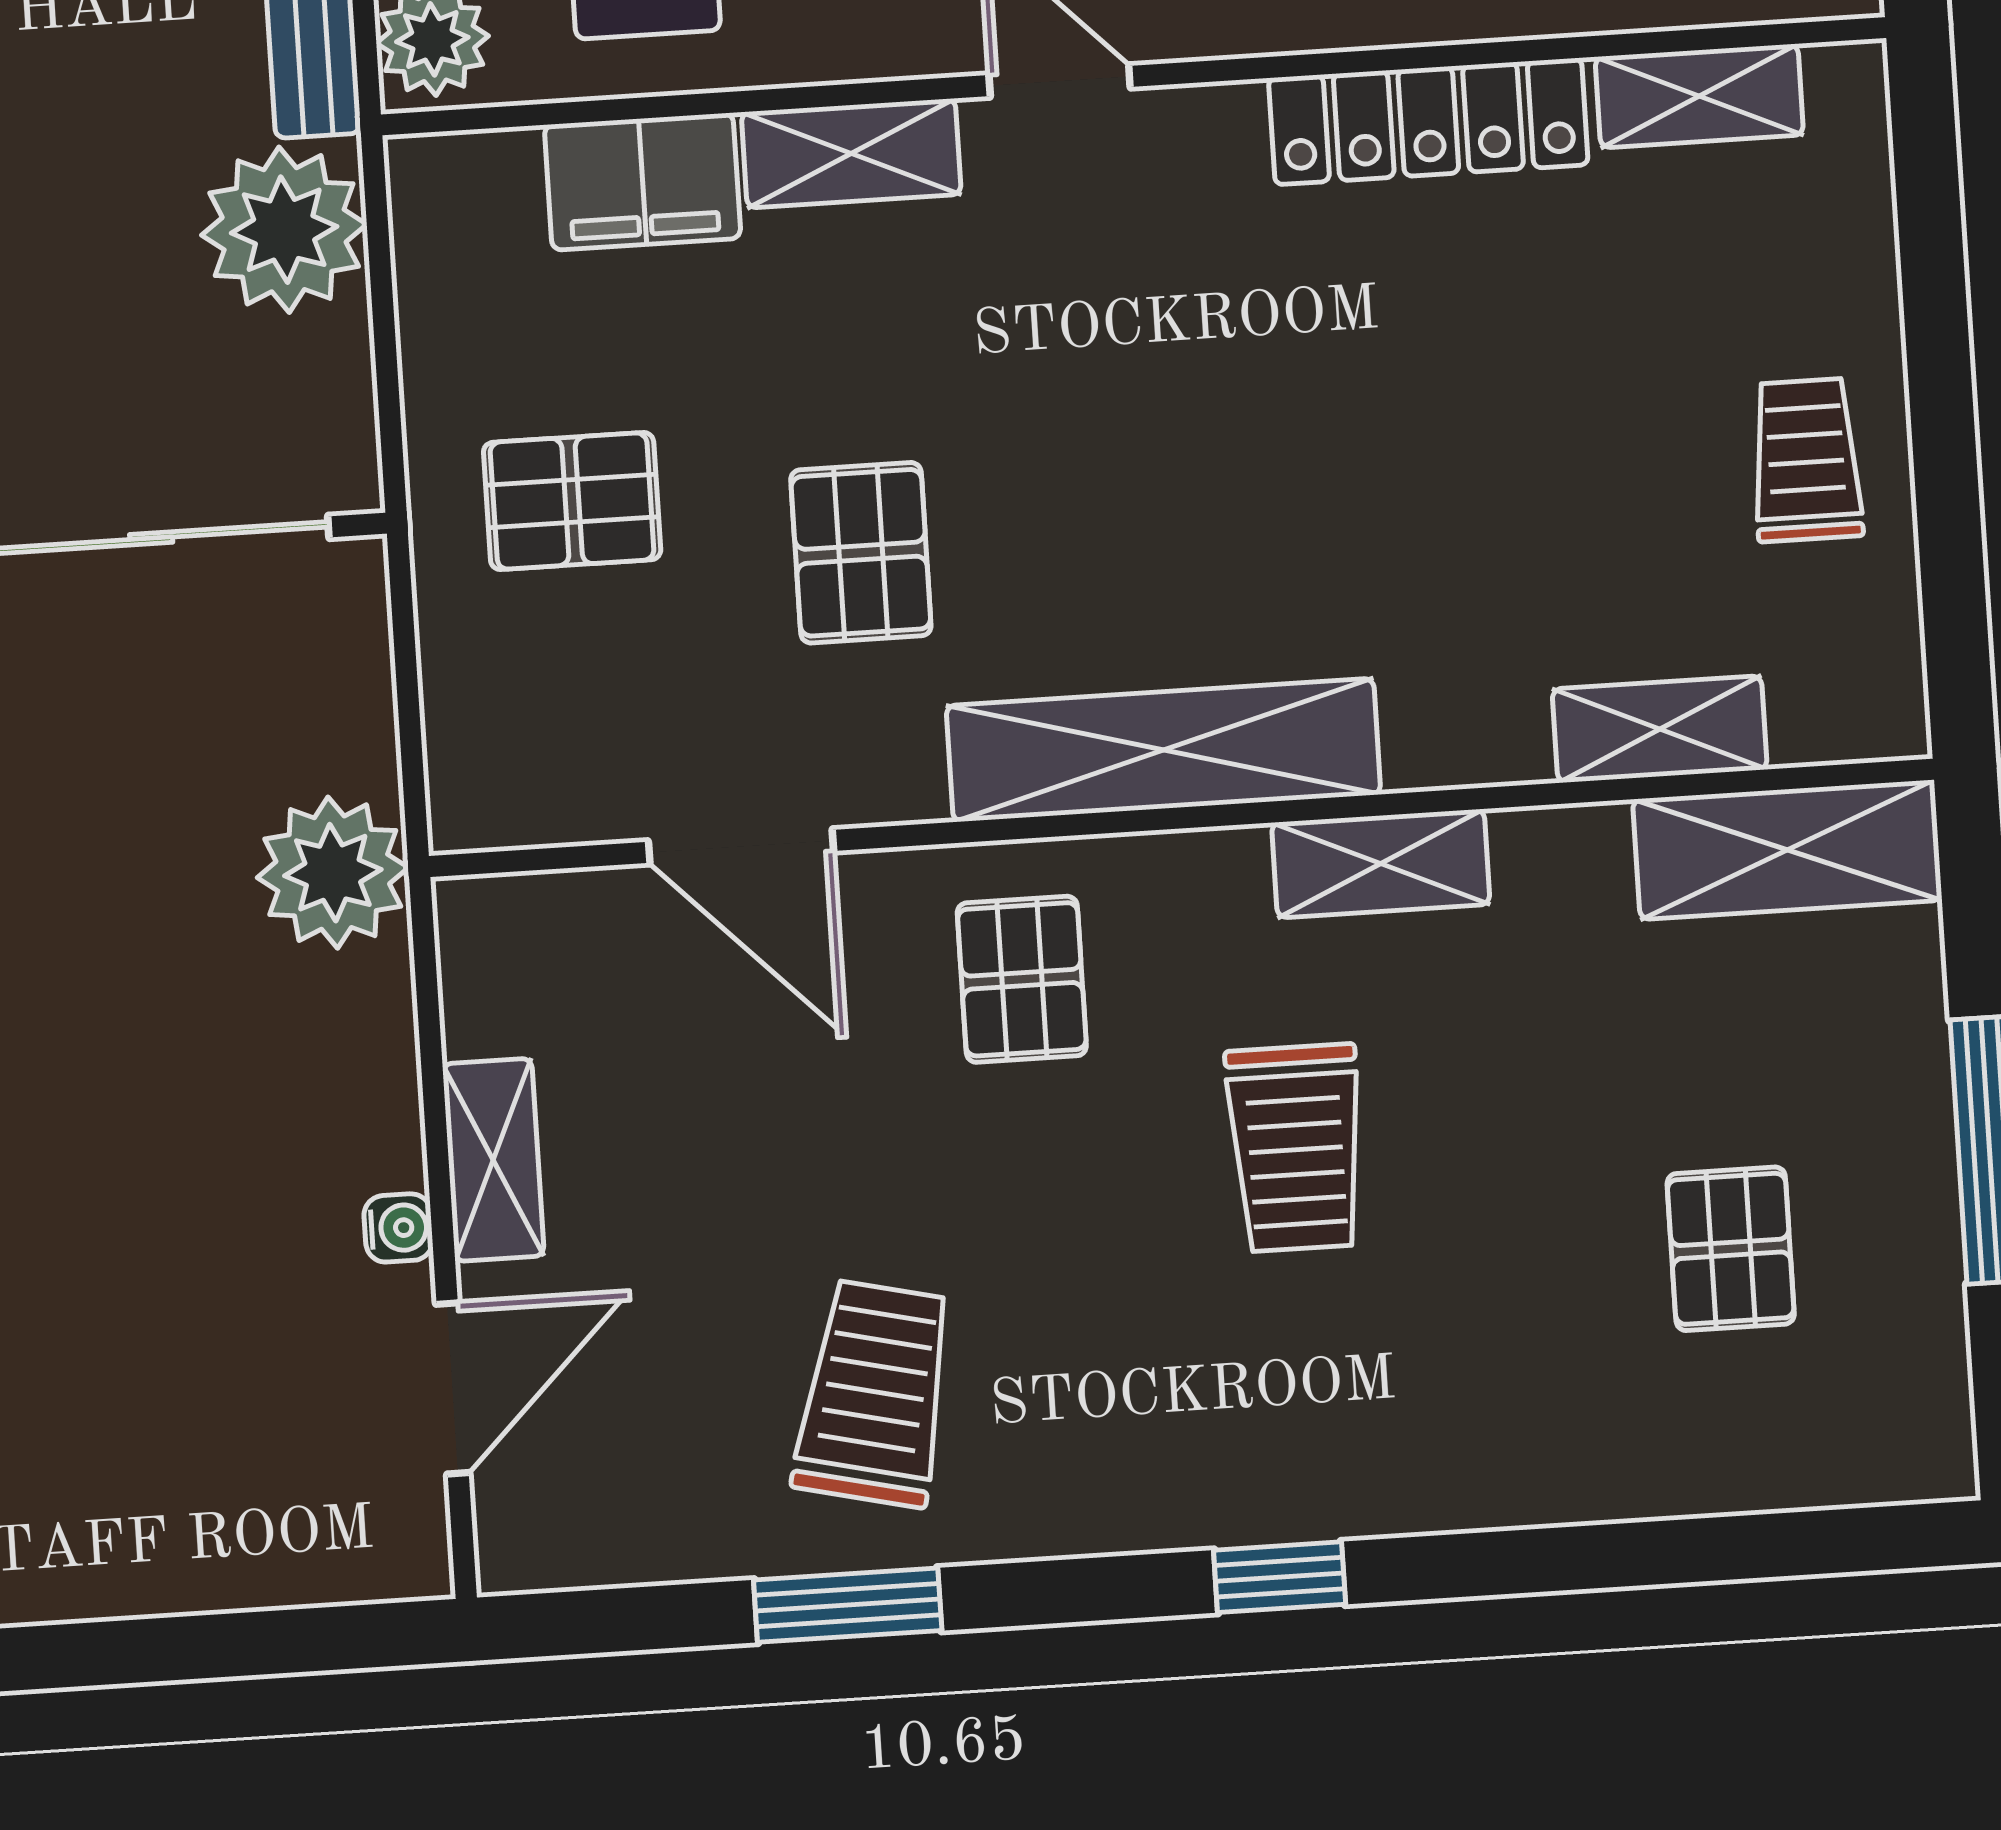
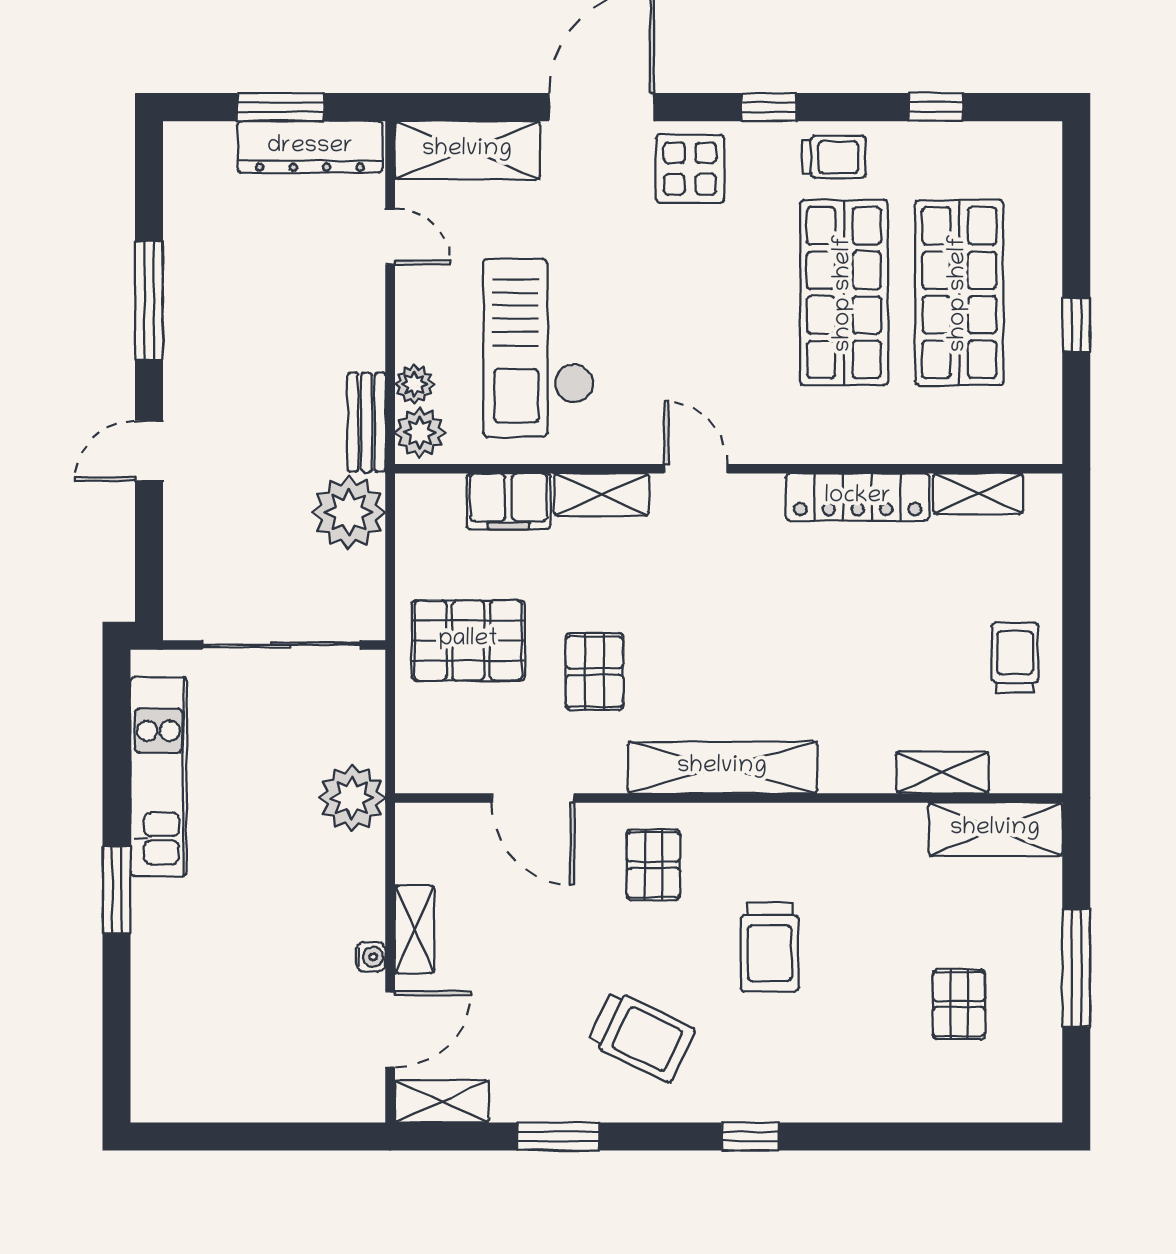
pallet: (572, 501) -> (468, 640), width x1.50, depth x1.42
shelving: (1381, 863) -> (442, 1101), moved
trolley: (875, 1394) -> (641, 1036), moved, turned 103

